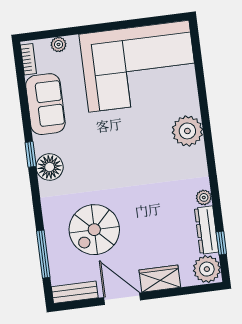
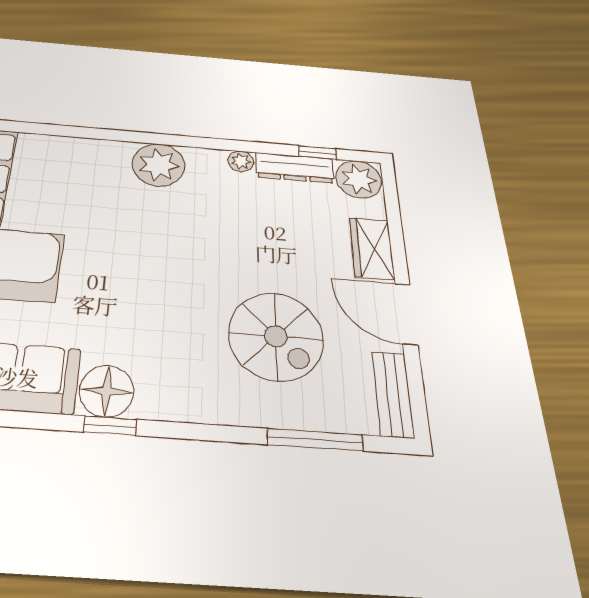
plant: (187, 131) -> (159, 165), moved
floor lamp: (50, 167) -> (107, 391), moved
door: (122, 299) -> (406, 314), hinge flipped

